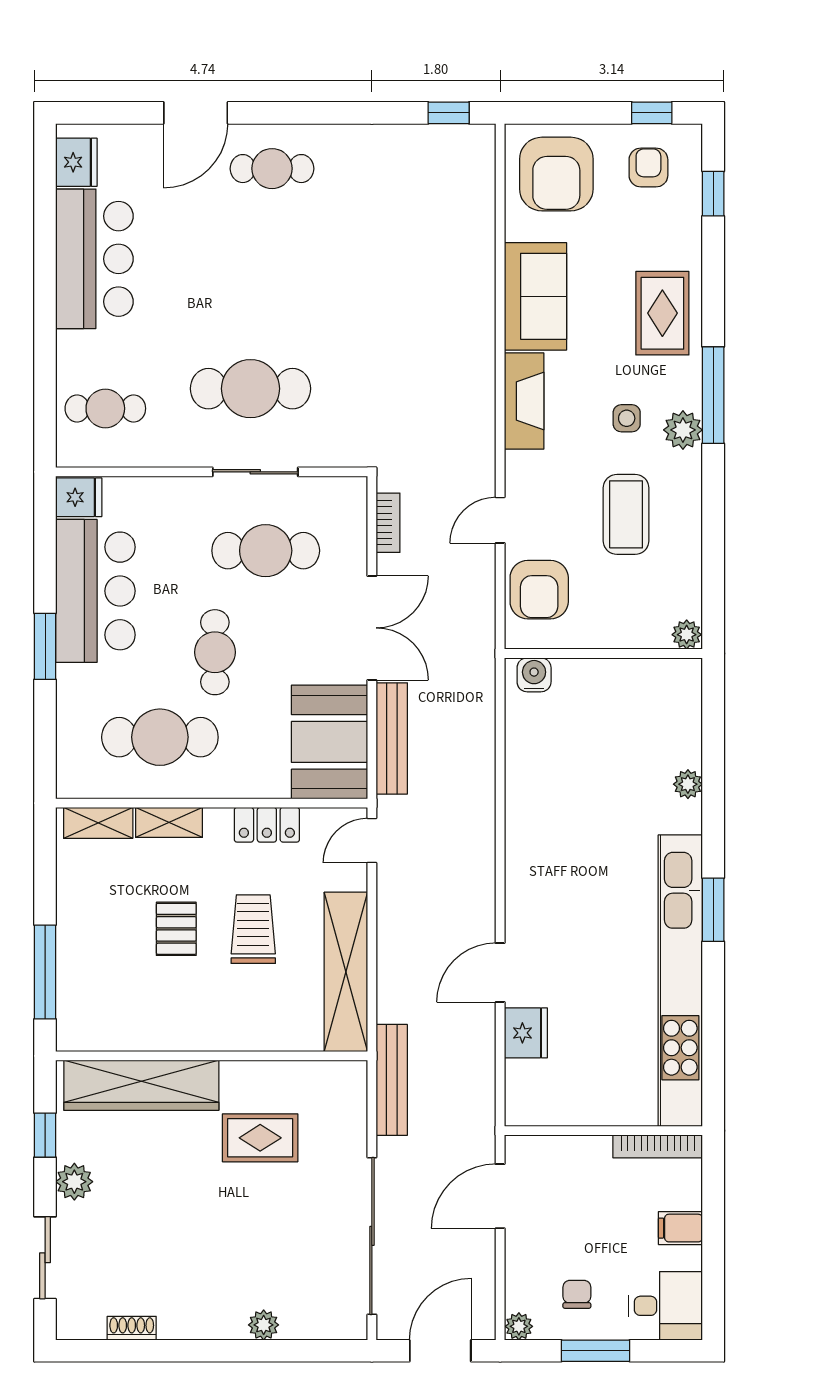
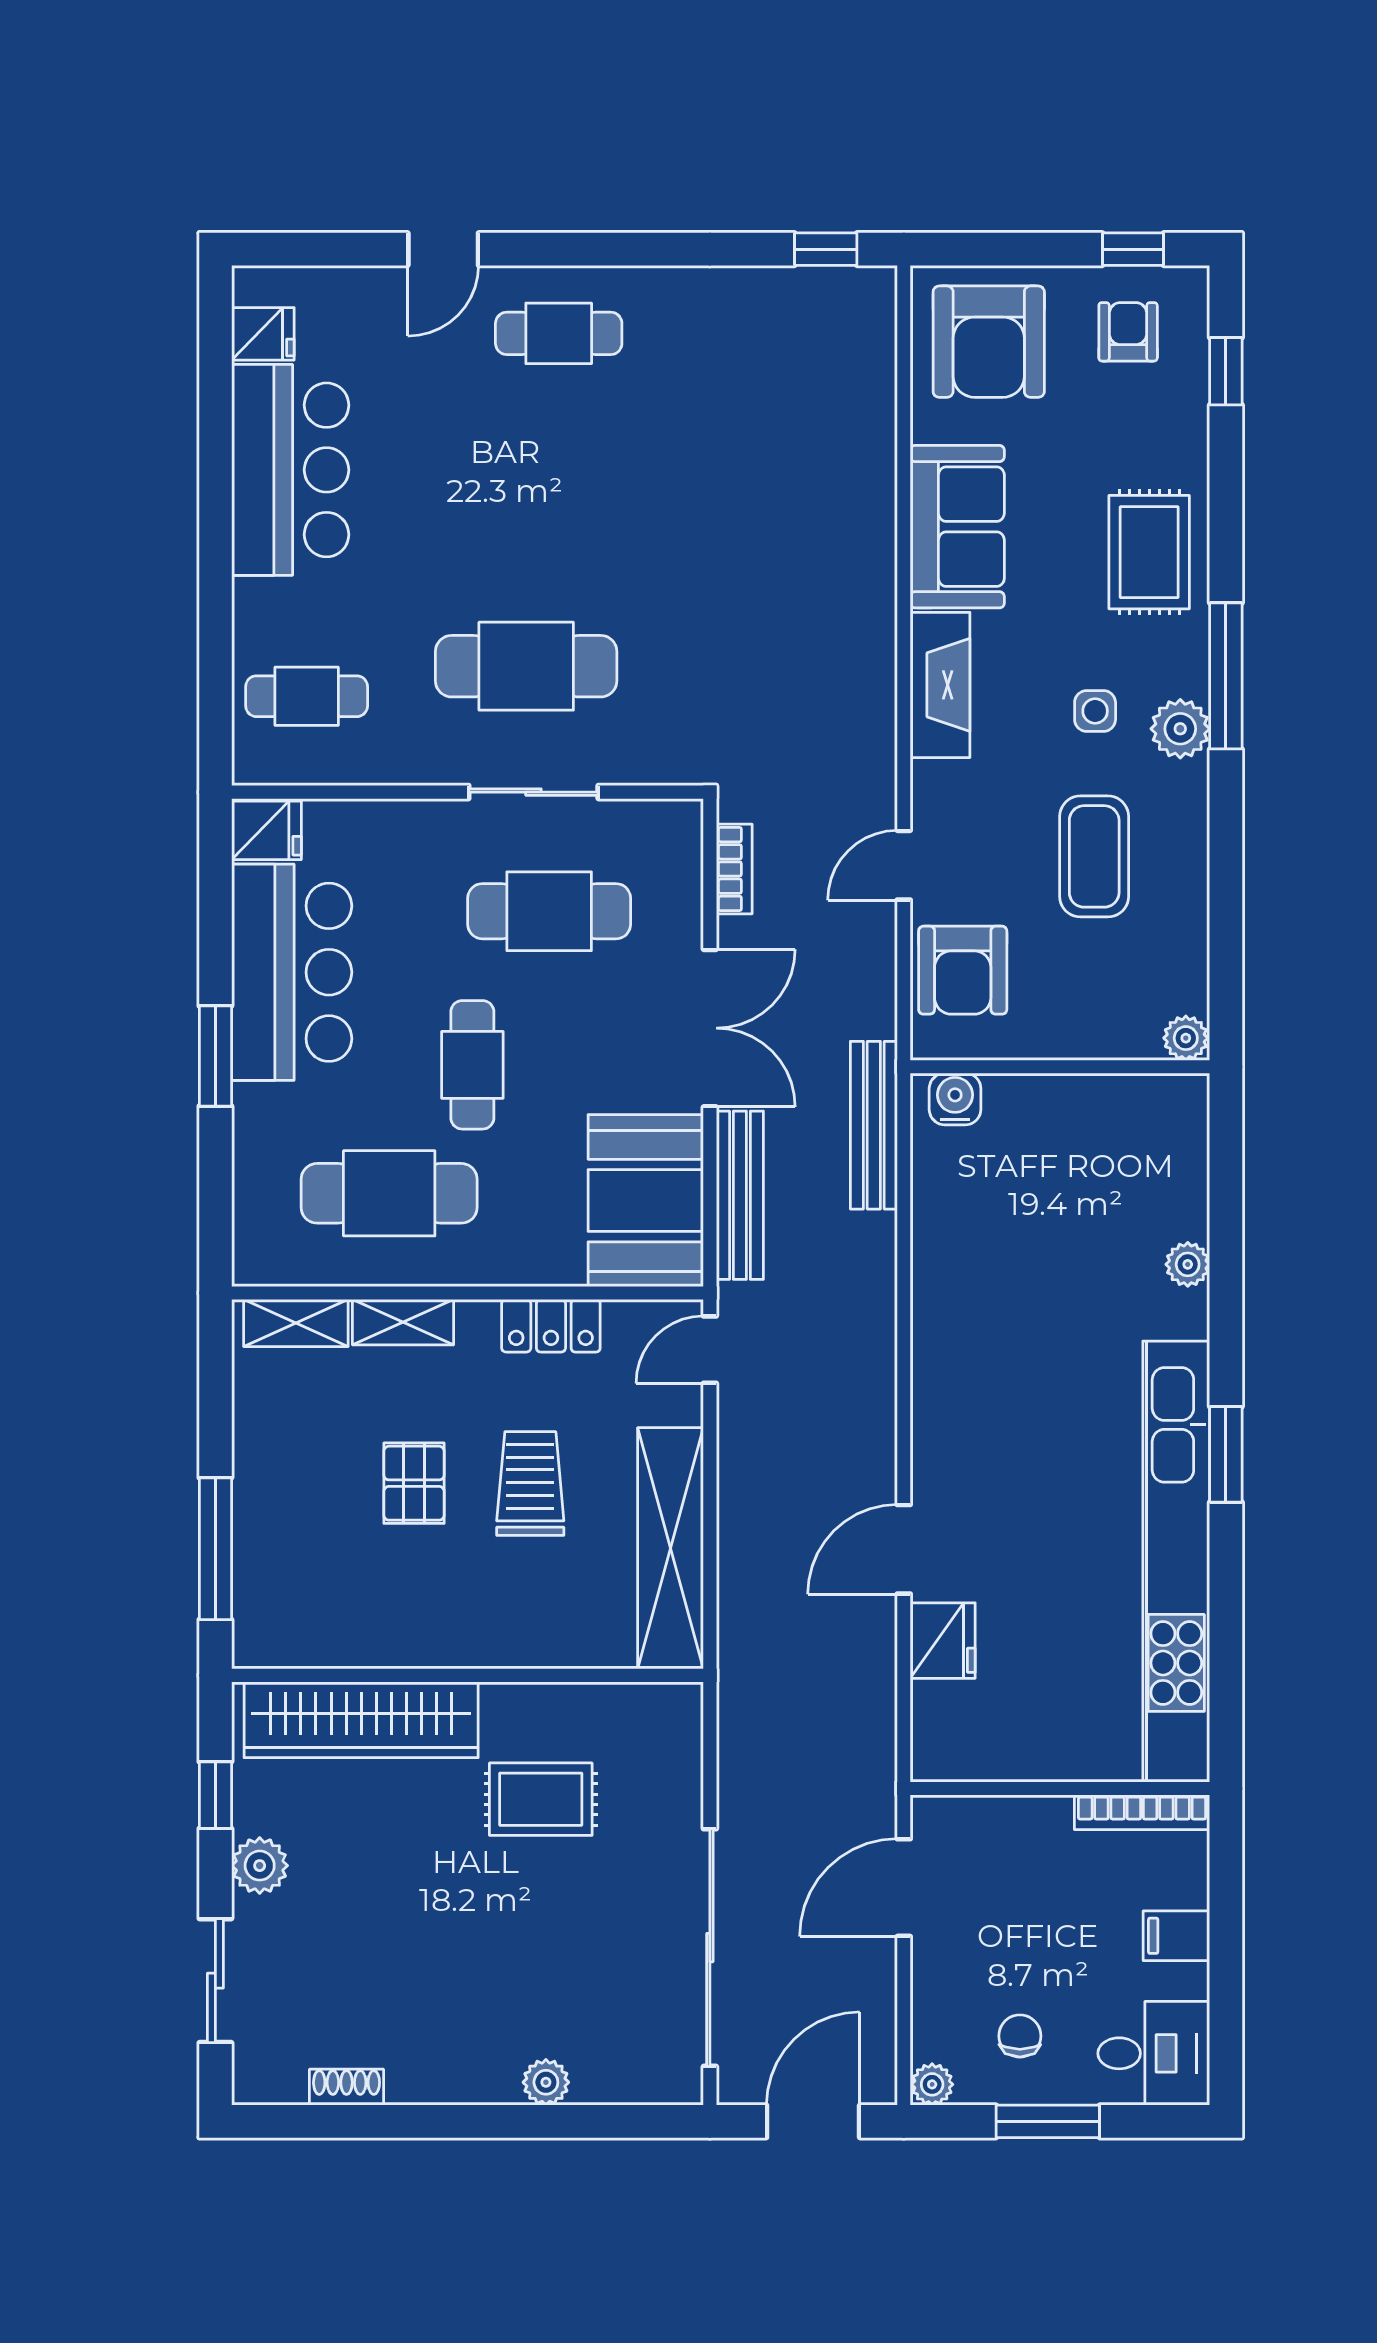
door: (196, 113) -> (443, 249), width x0.73
fridge: (76, 162) -> (263, 334), width x0.72
bench: (392, 1080) -> (874, 1125), moved

